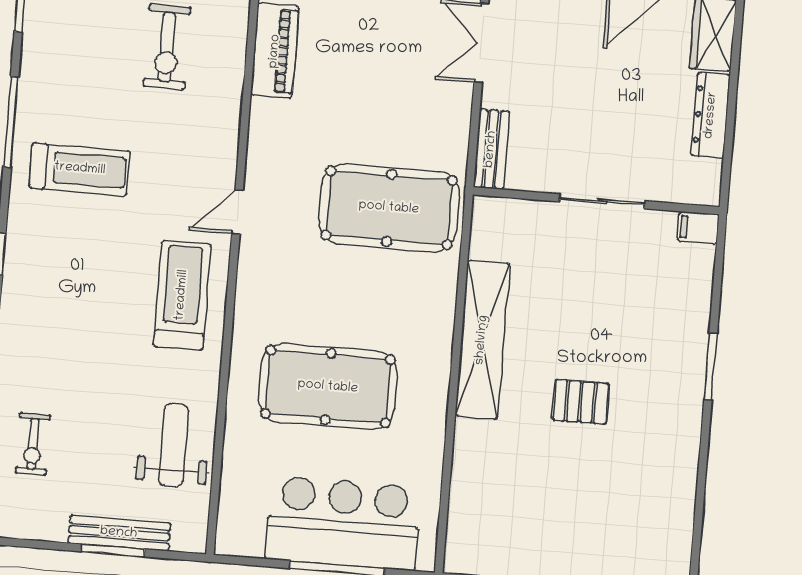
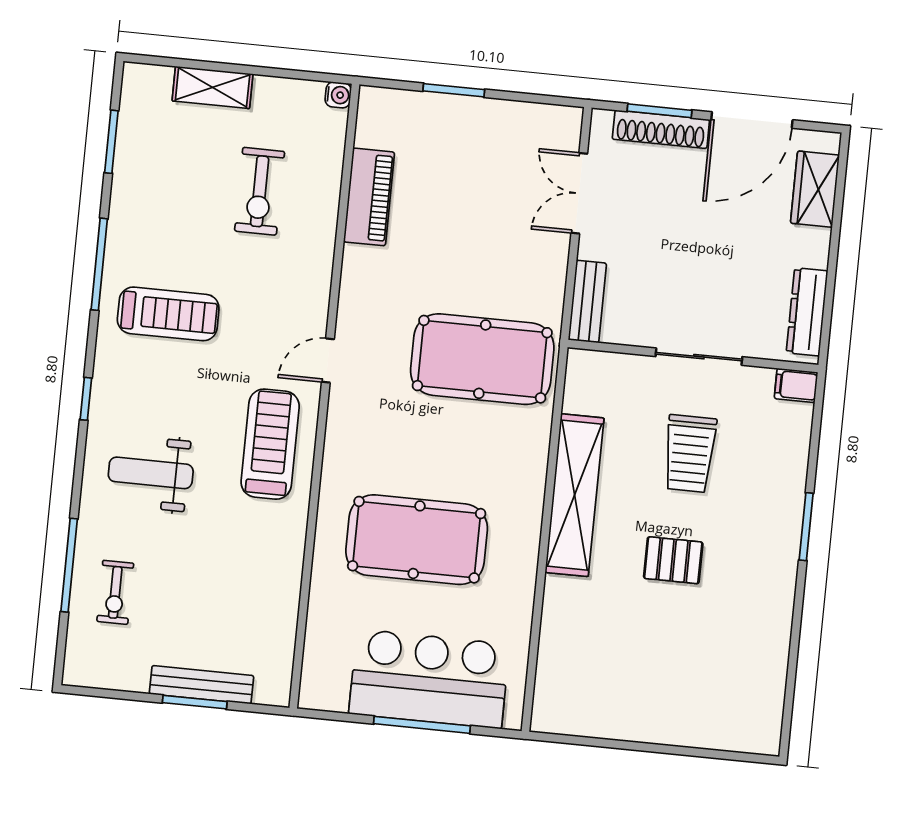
dresser: (711, 115) -> (807, 312), moved
trolley: (595, 297) -> (690, 454), added
weight bench: (174, 445) -> (151, 473), moved, turned -90

